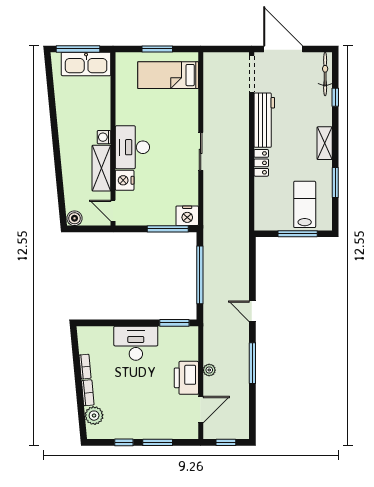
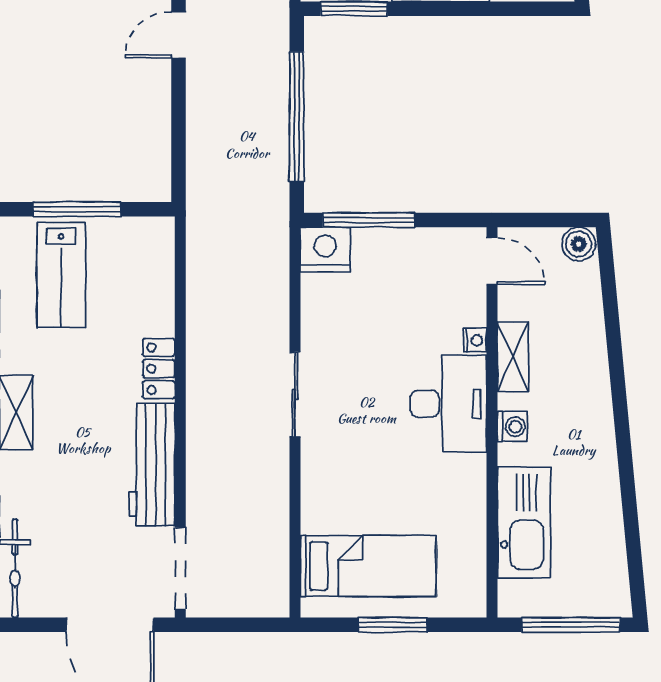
kitchen sink: (86, 64) -> (524, 522), moved, turned 90
shelving: (101, 168) -> (513, 357), width x0.67, depth x0.75
nightstand: (125, 180) -> (475, 340), width x0.53, depth x0.56
door: (252, 311) -> (179, 35), swing flipped

